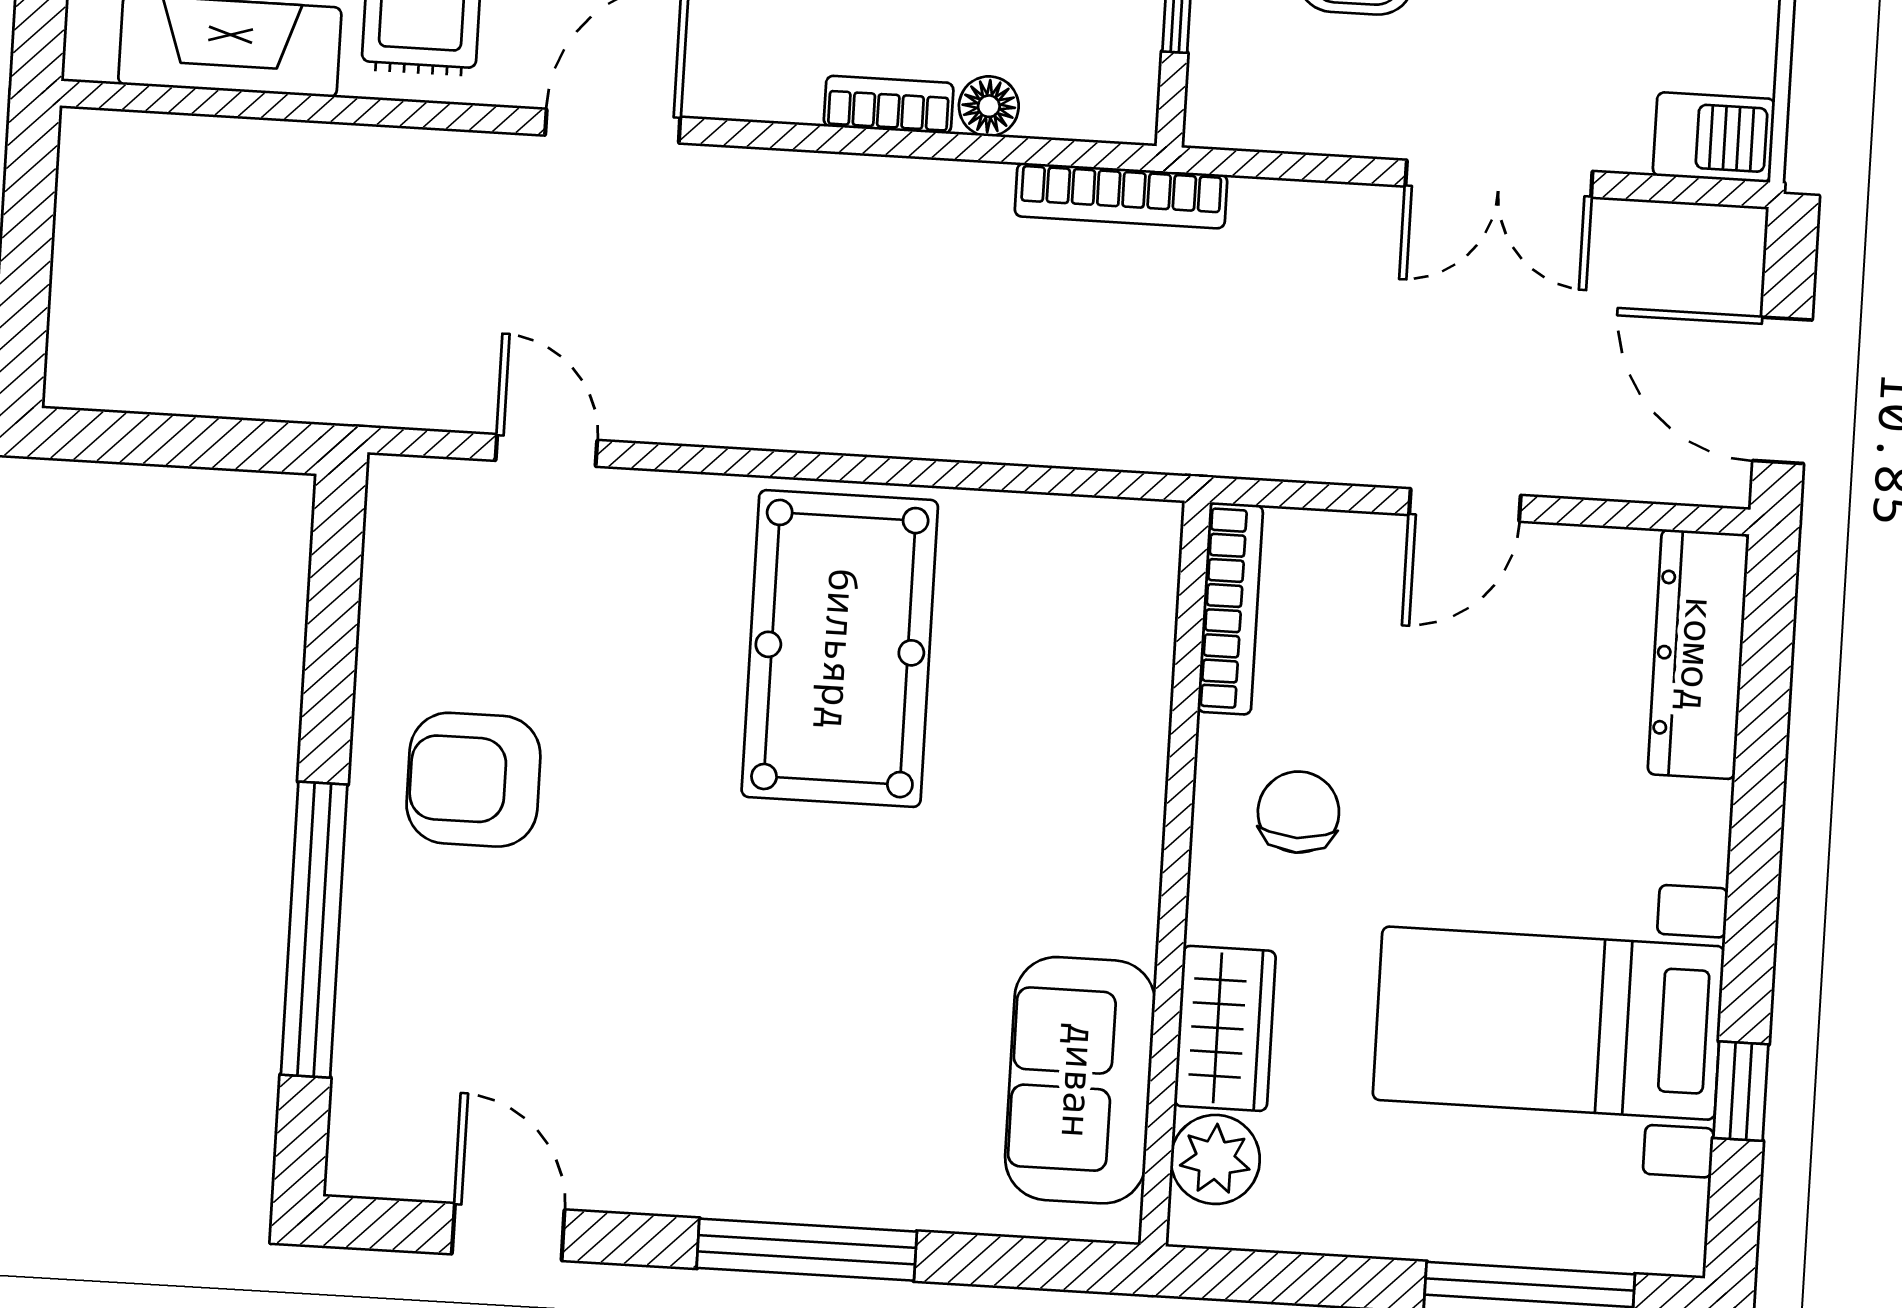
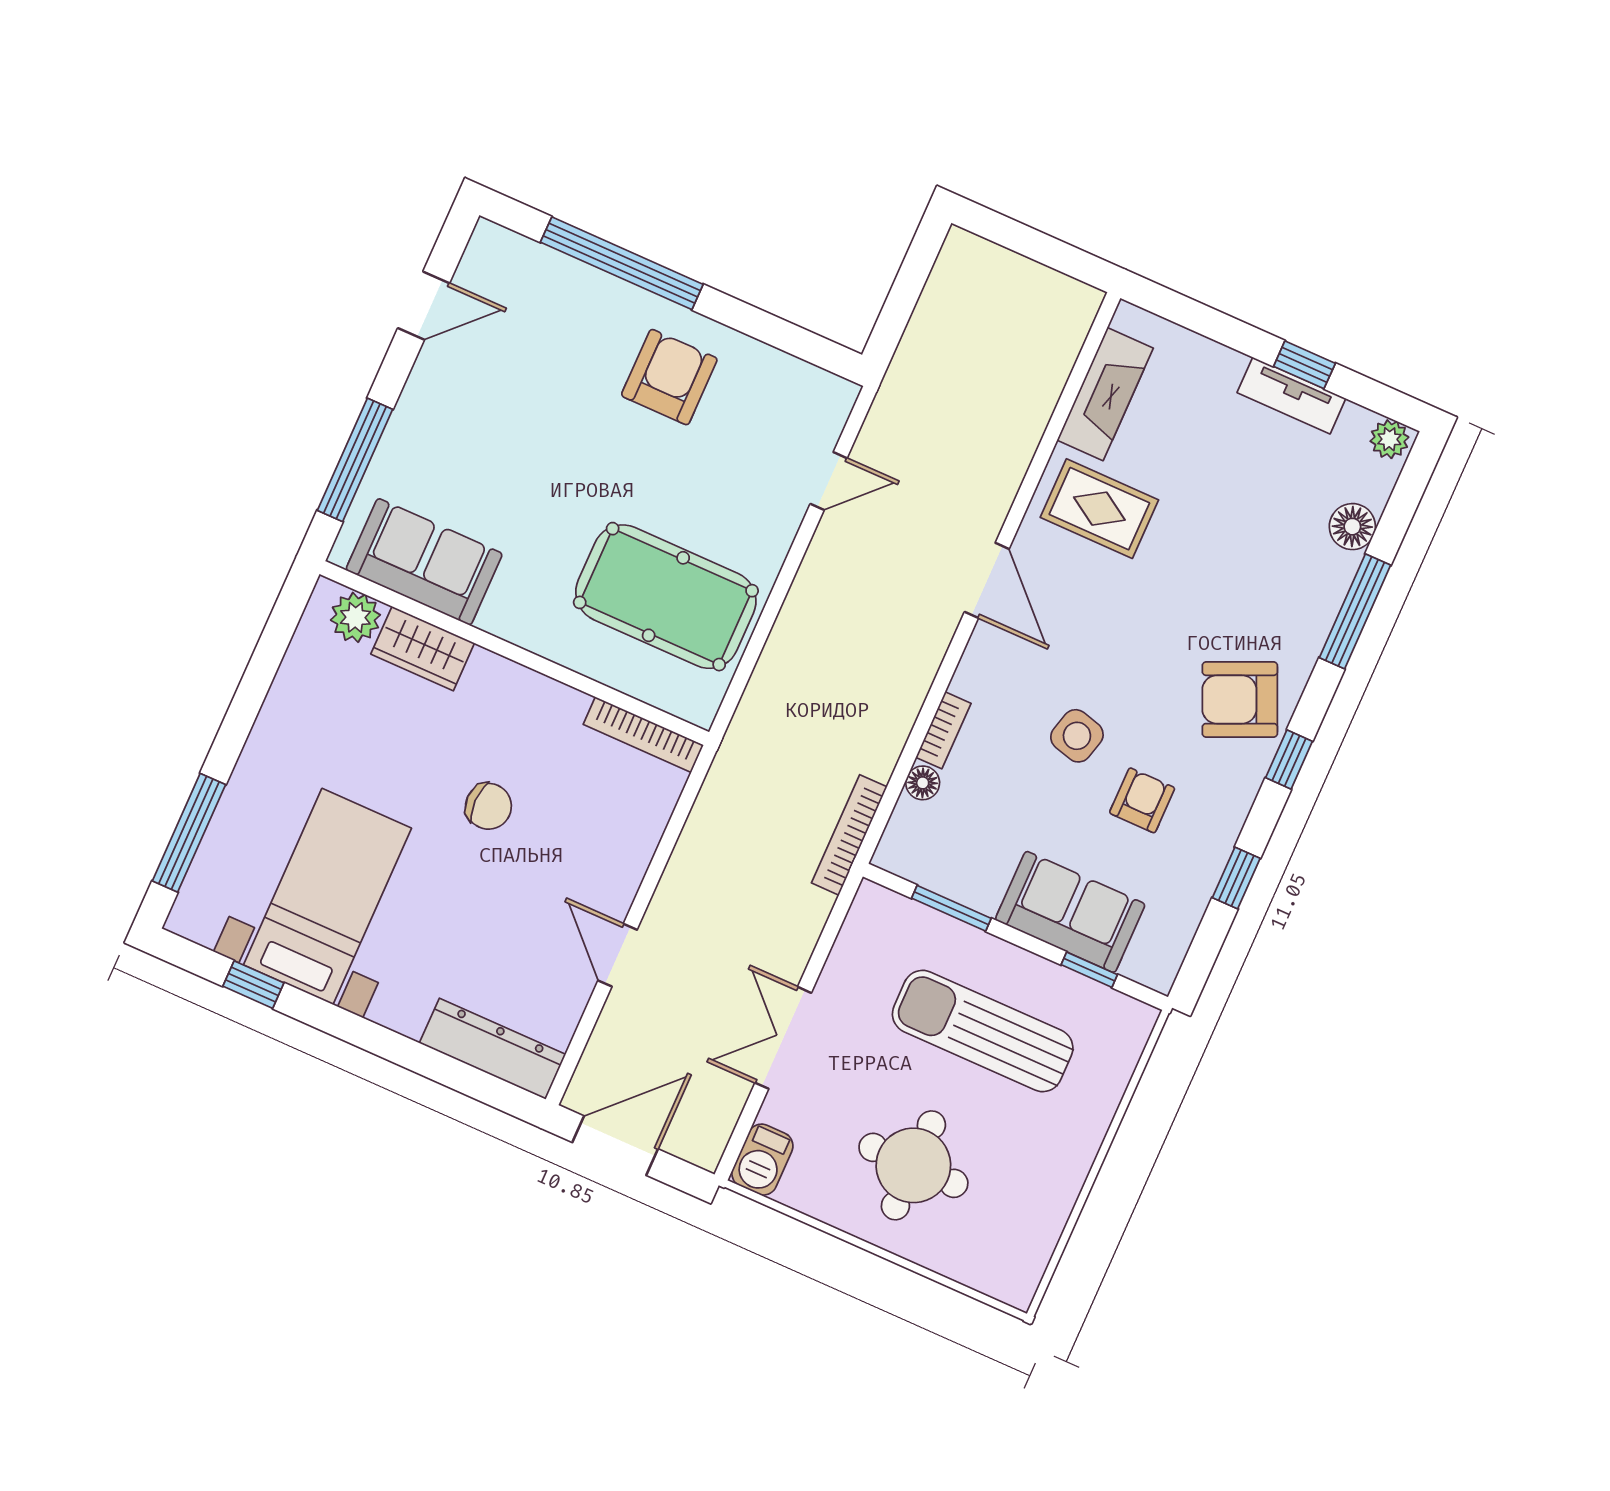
bookcase: (1230, 609) -> (643, 735), moved
wall: (1175, 874) -> (514, 653), moved
wardrobe: (1225, 1028) -> (423, 649), moved
sofa: (1080, 1080) -> (424, 562), moved
plant: (1215, 1159) -> (355, 617), moved

